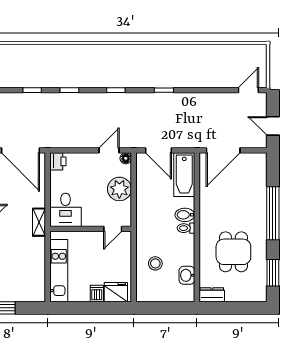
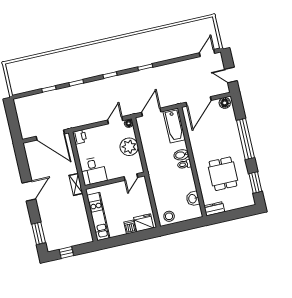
door: (158, 150) -> (151, 112), swing flipped
floor lamp: (257, 160) -> (225, 103), added
stool: (155, 263) -> (169, 216), moved

